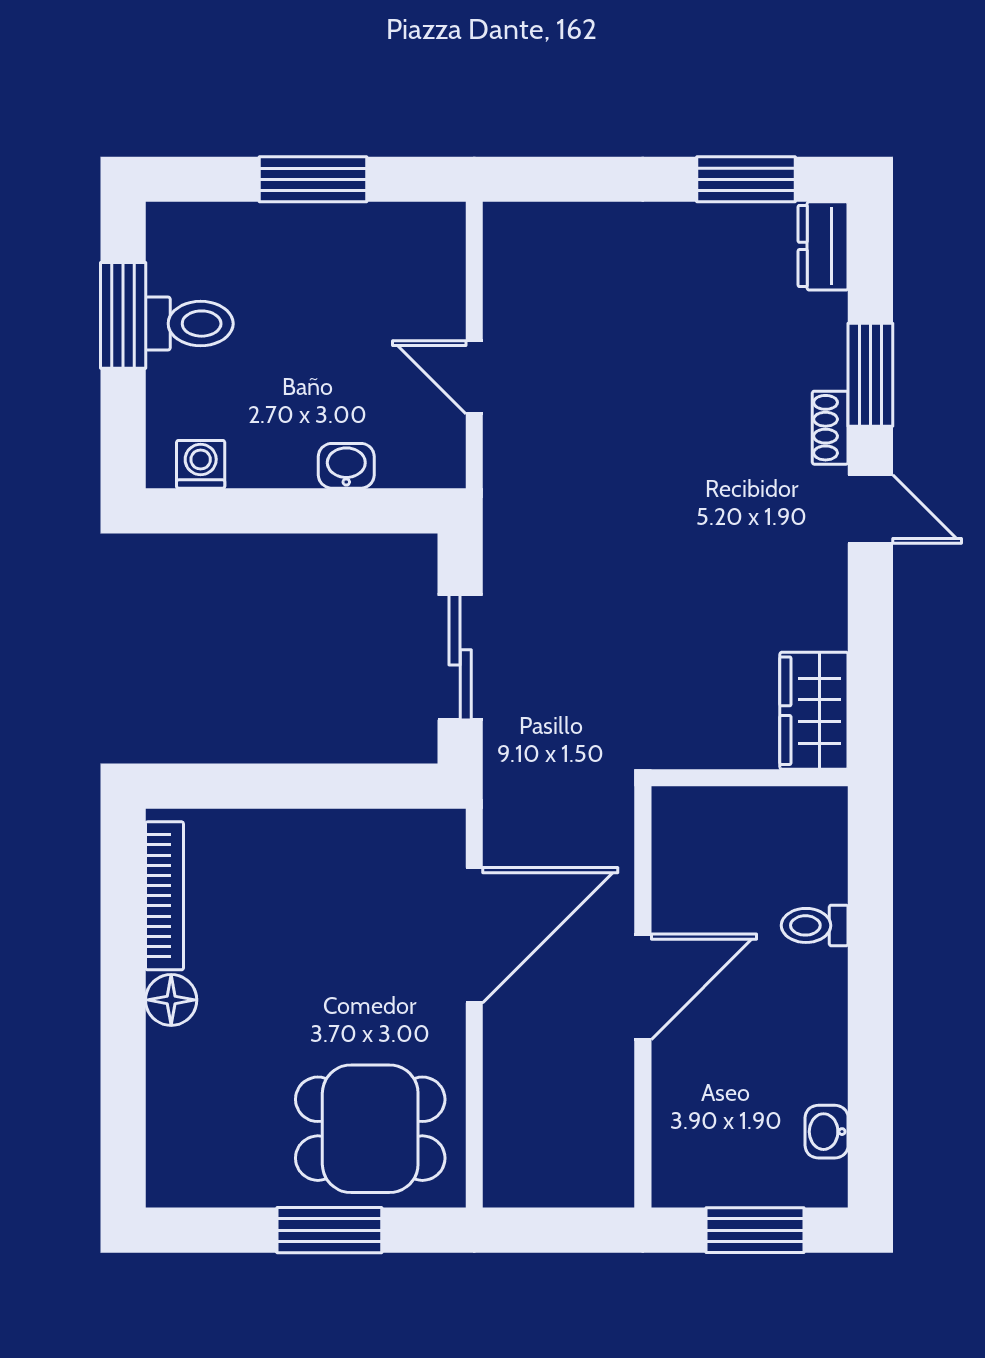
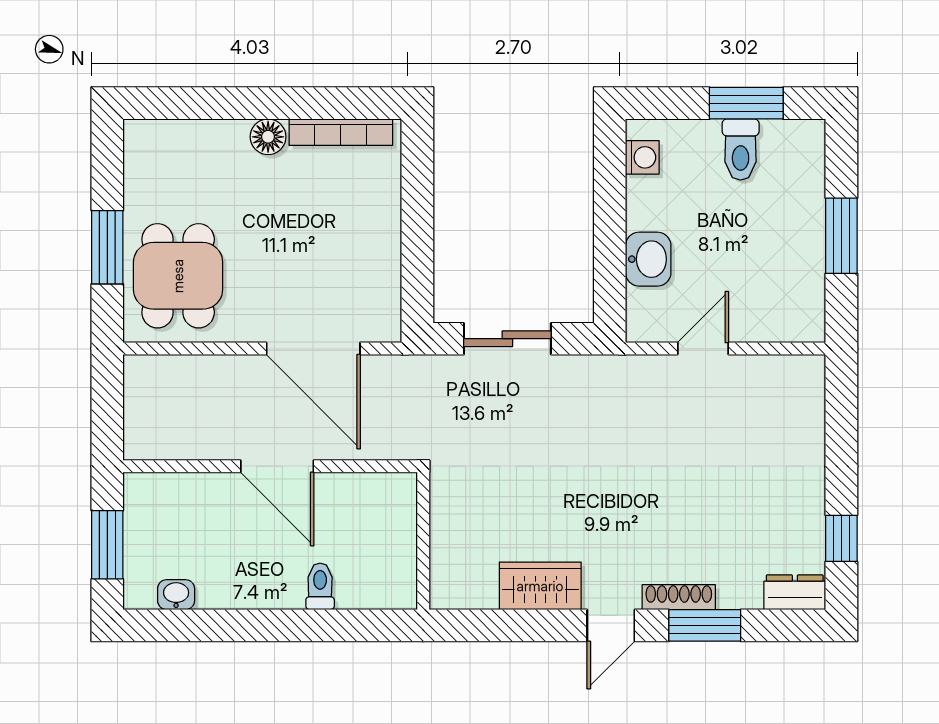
window: (746, 179) -> (841, 538), width x0.67
shoe rack: (830, 428) -> (679, 597), width x1.43
washbasin: (346, 466) -> (648, 259), width x1.38, depth x1.45
wardrobe: (814, 711) -> (540, 586), moved

